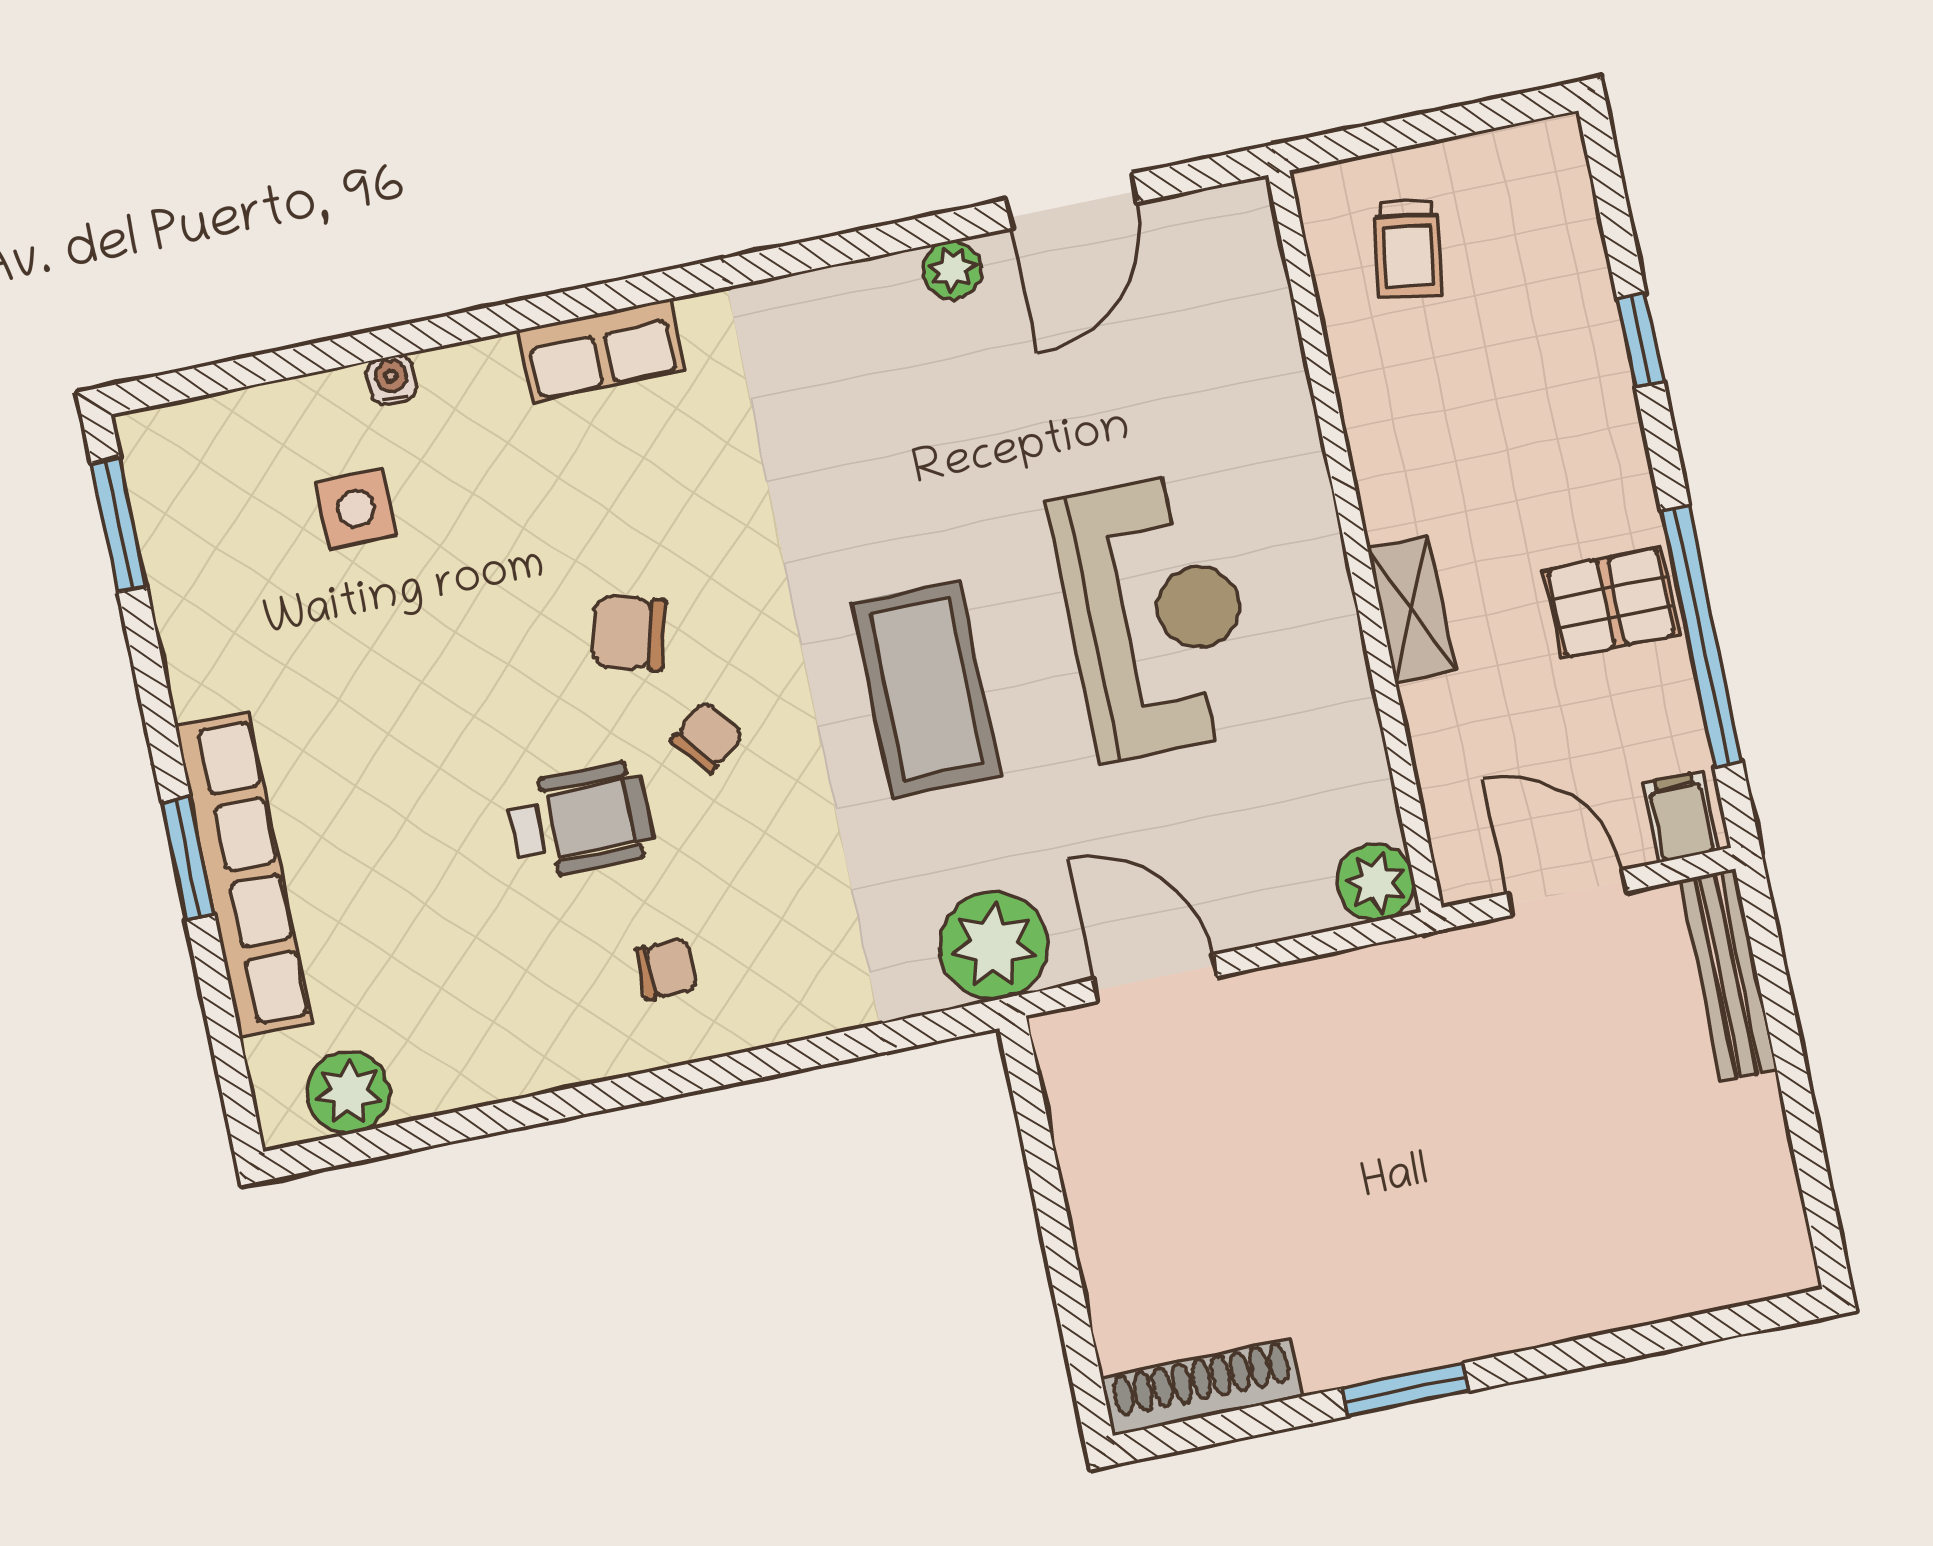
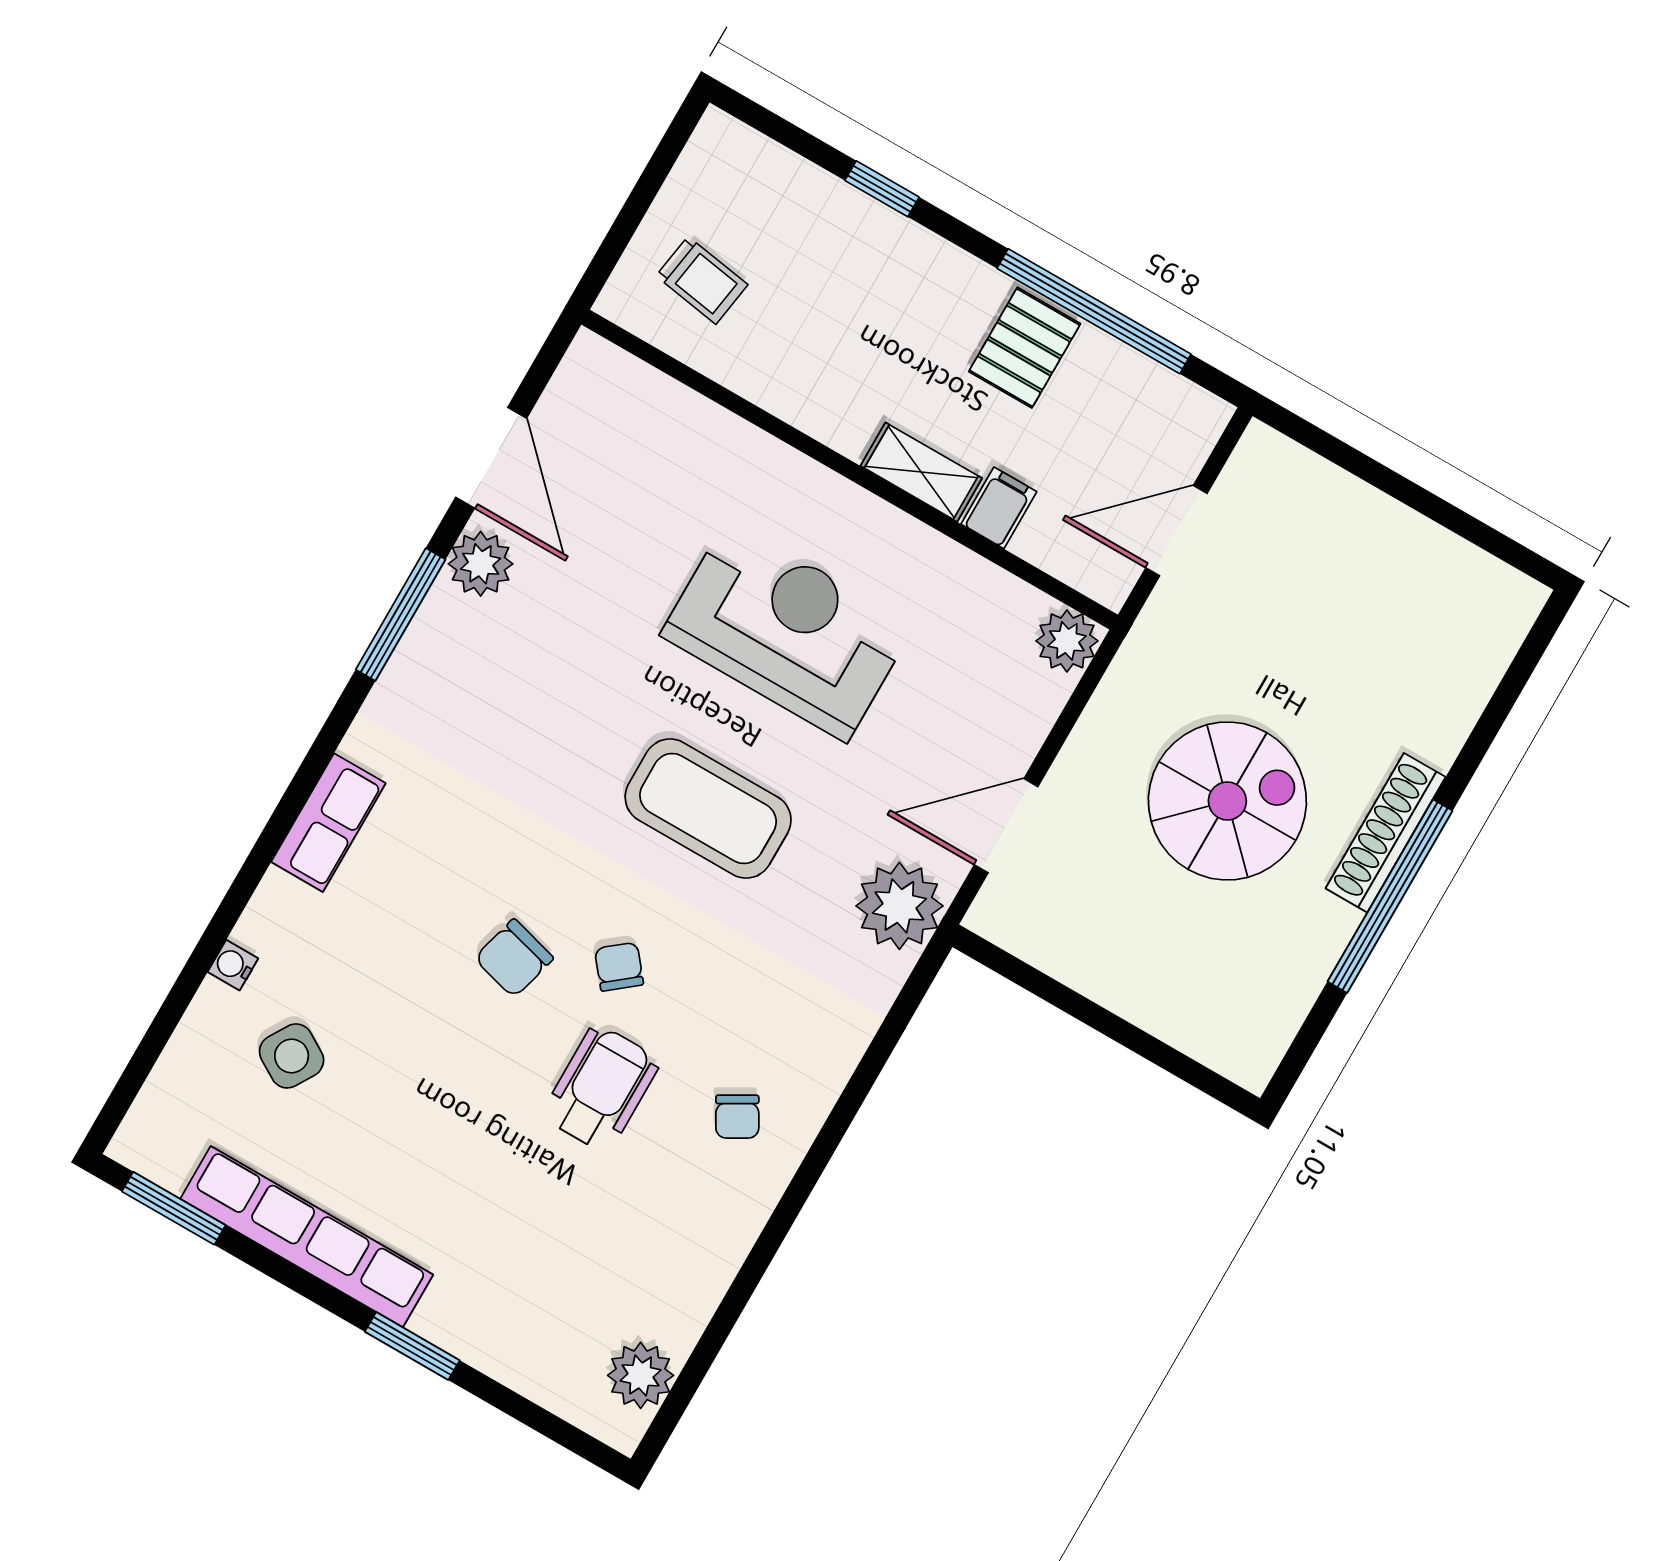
window: (853, 246) -> (401, 614), added
plant: (952, 270) -> (481, 564), width x1.38, depth x1.38
side table: (356, 508) -> (292, 1056), turned 31
filing cabinet: (1681, 817) -> (999, 508), moved, turned 90
row of seats: (244, 874) -> (307, 1237), moved
chair: (666, 969) -> (737, 1117), turned 150
bench: (1728, 975) -> (1313, 478), removed
spiral stairs: (1360, 1162) -> (1227, 801), added
shoe rack: (1203, 1387) -> (1386, 833), moved
window: (1406, 1390) -> (1390, 896), width x2.11

